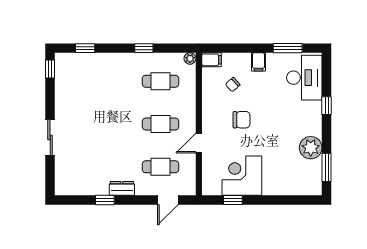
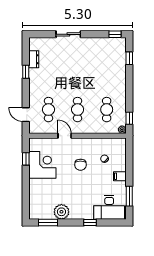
window: (144, 48) -> (129, 118), moved
filing cabinet: (212, 60) -> (121, 144), removed
dresser: (122, 188) -> (34, 59), moved

